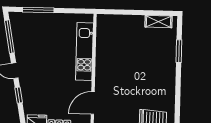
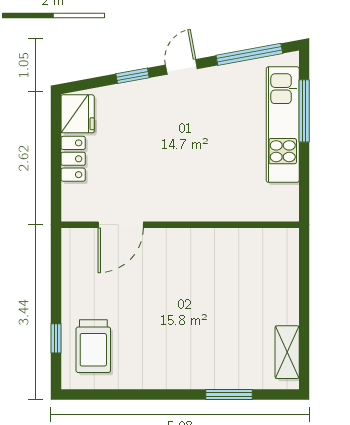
kitchen unit: (84, 52) -> (283, 125), moved, turned -90
door: (93, 103) -> (121, 225), swing flipped

